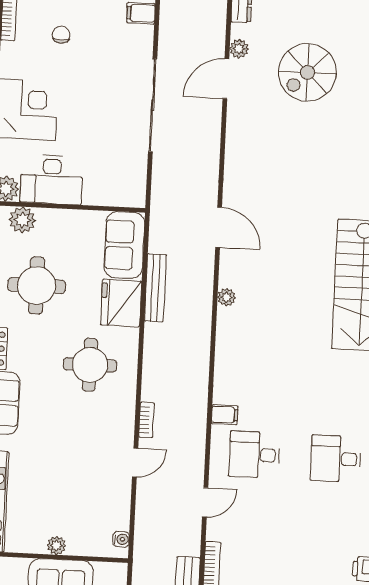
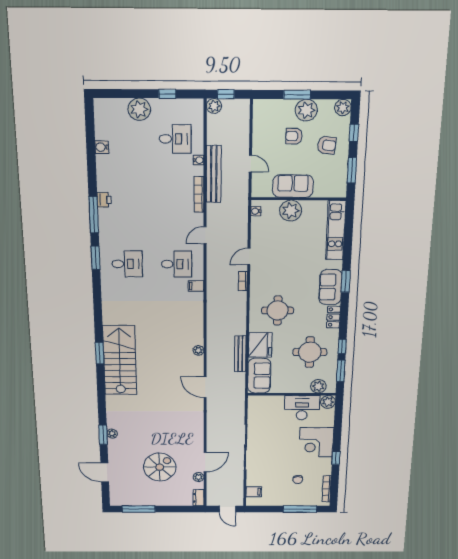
plant: (56, 545) -> (291, 211), width x1.87, depth x1.87

